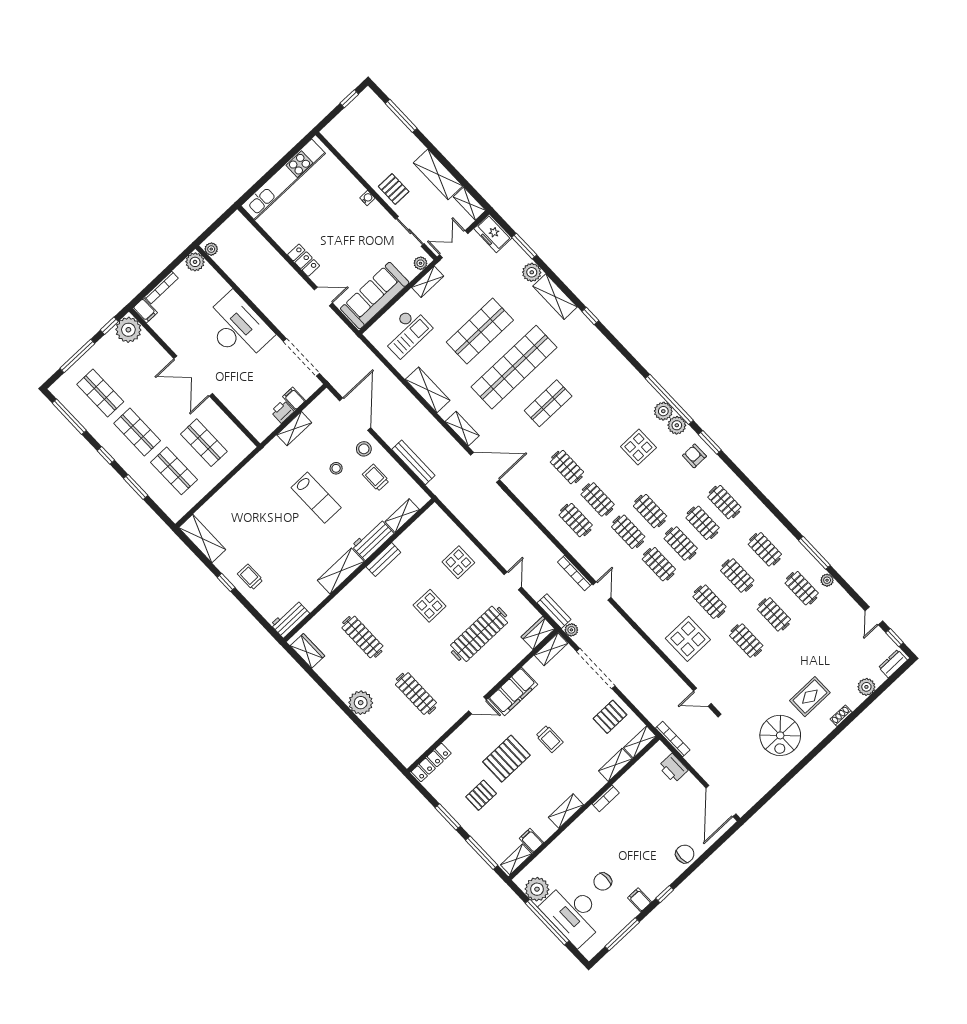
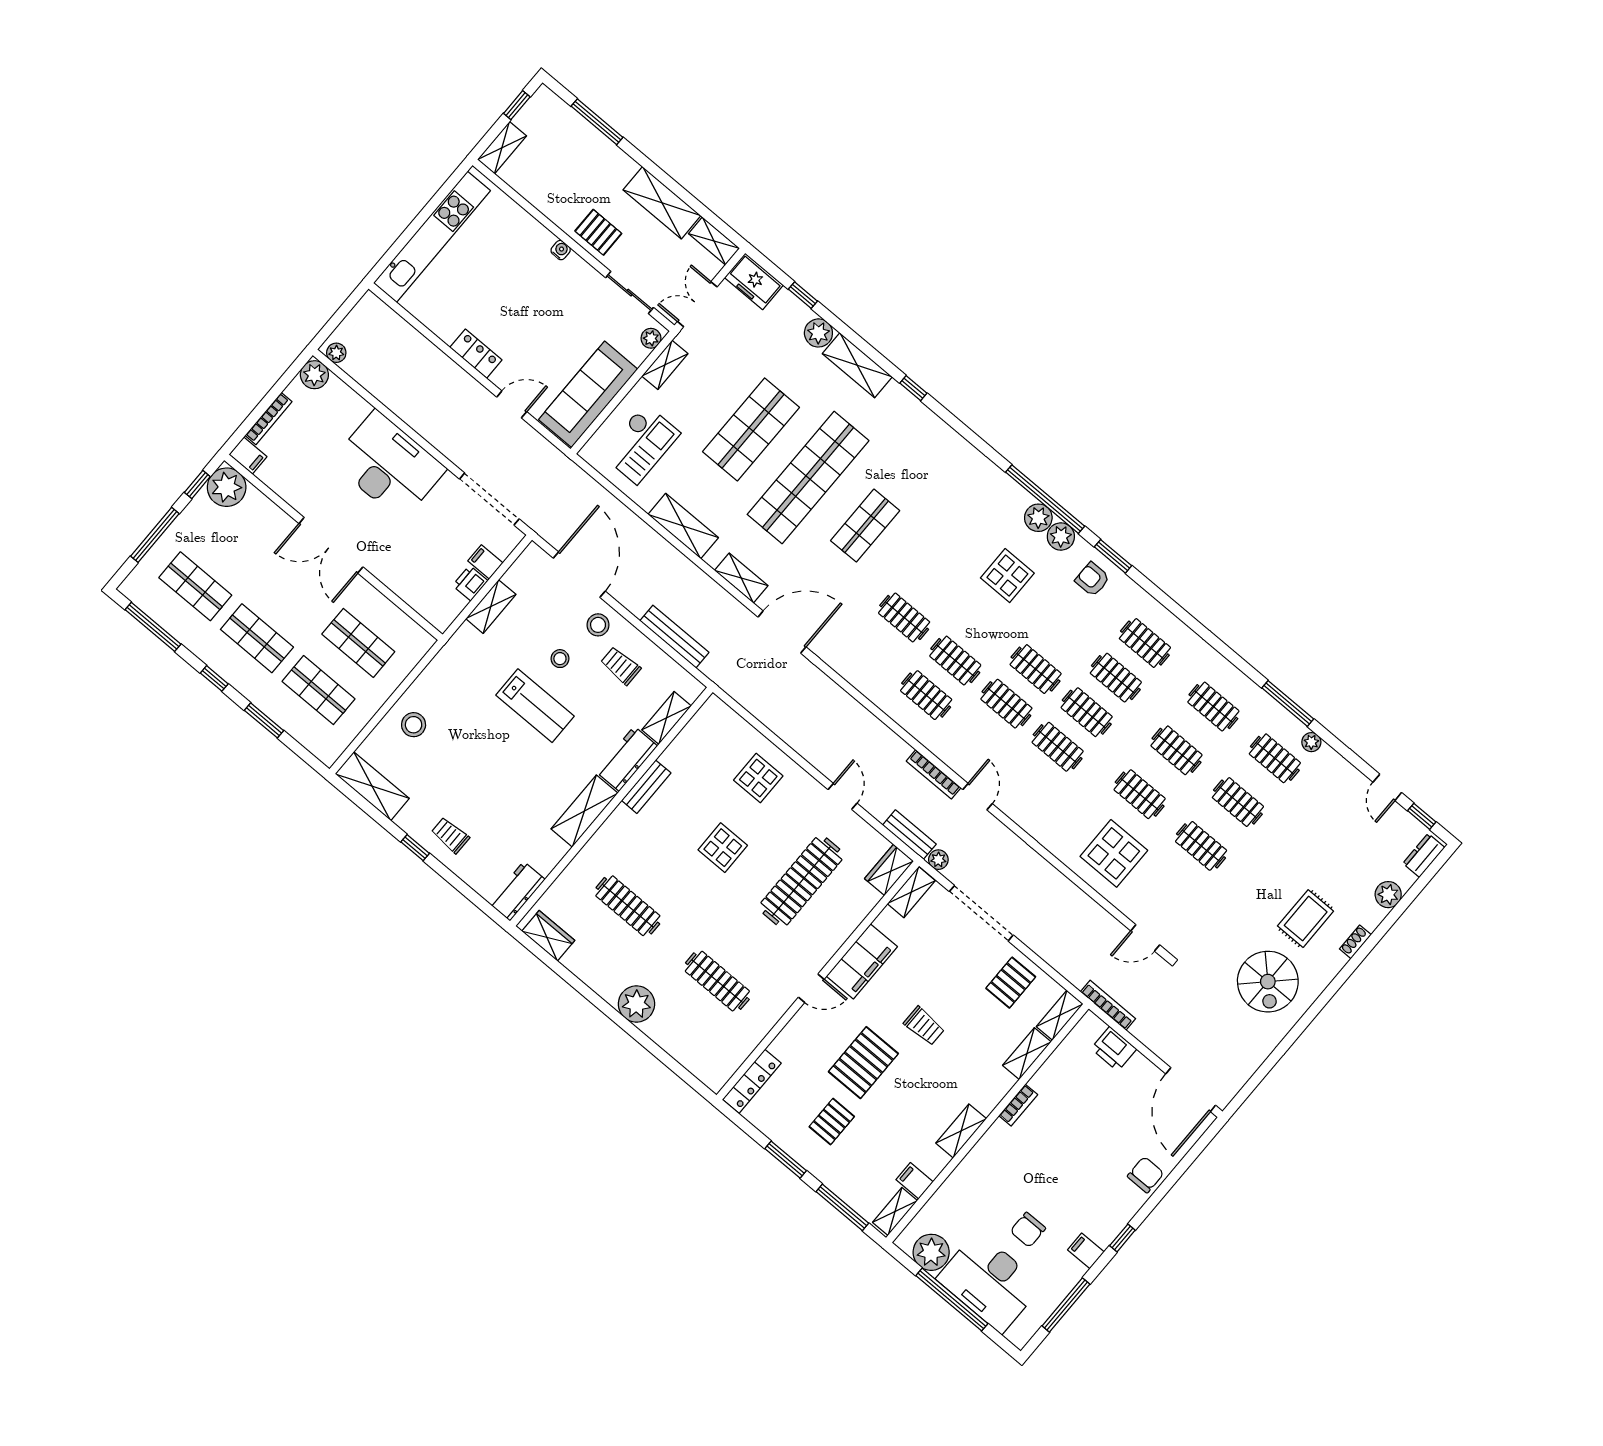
shelving: (336, 126) -> (502, 148), added
window: (524, 246) -> (803, 295), width x0.67
stool: (234, 501) -> (414, 725), added

